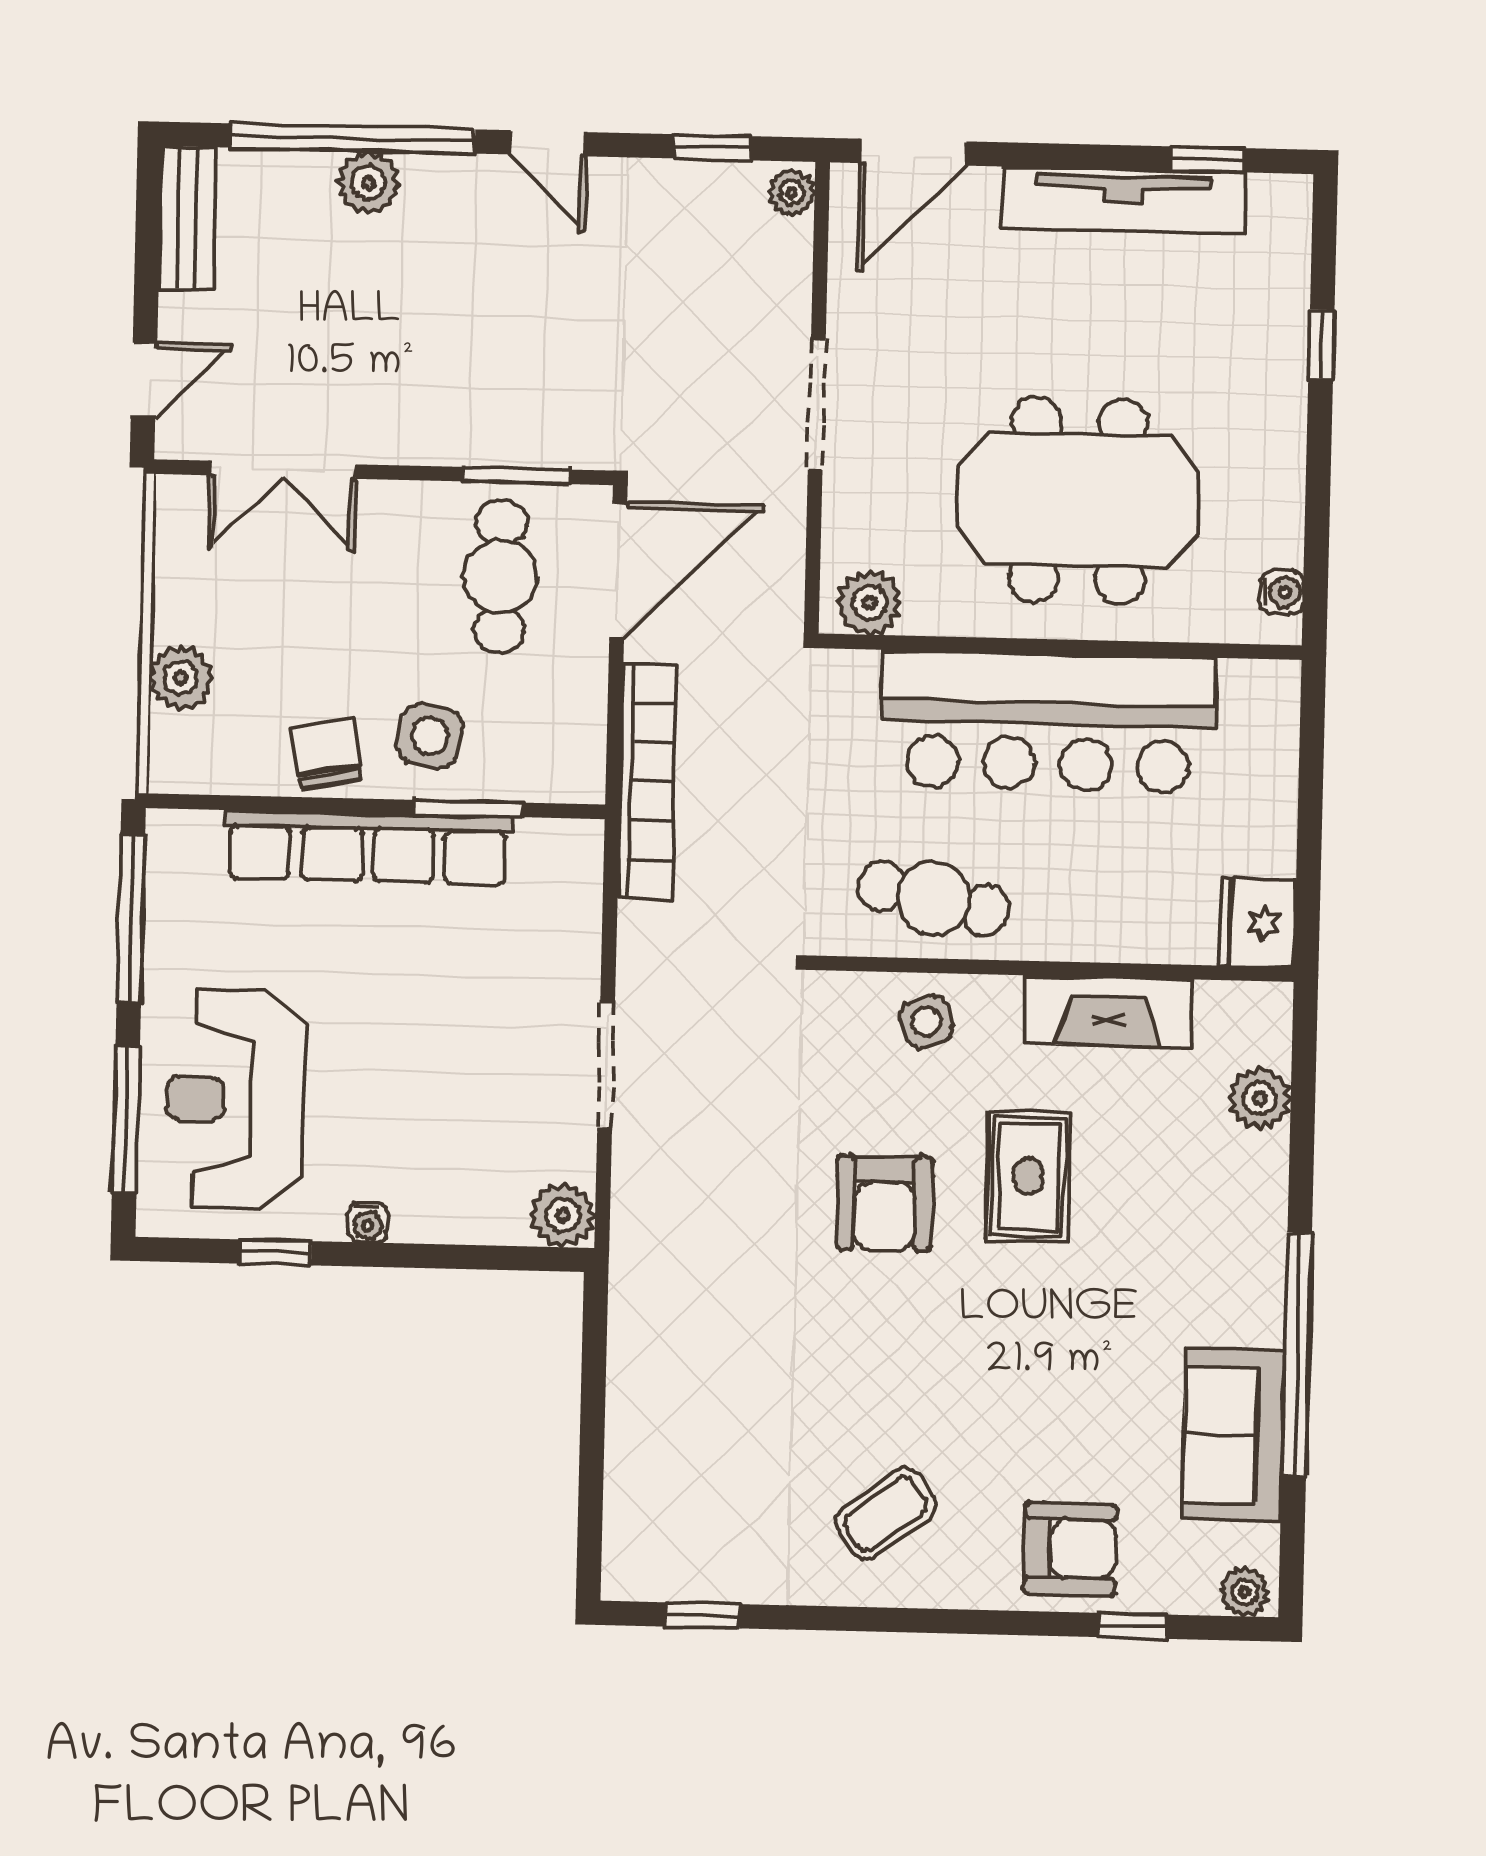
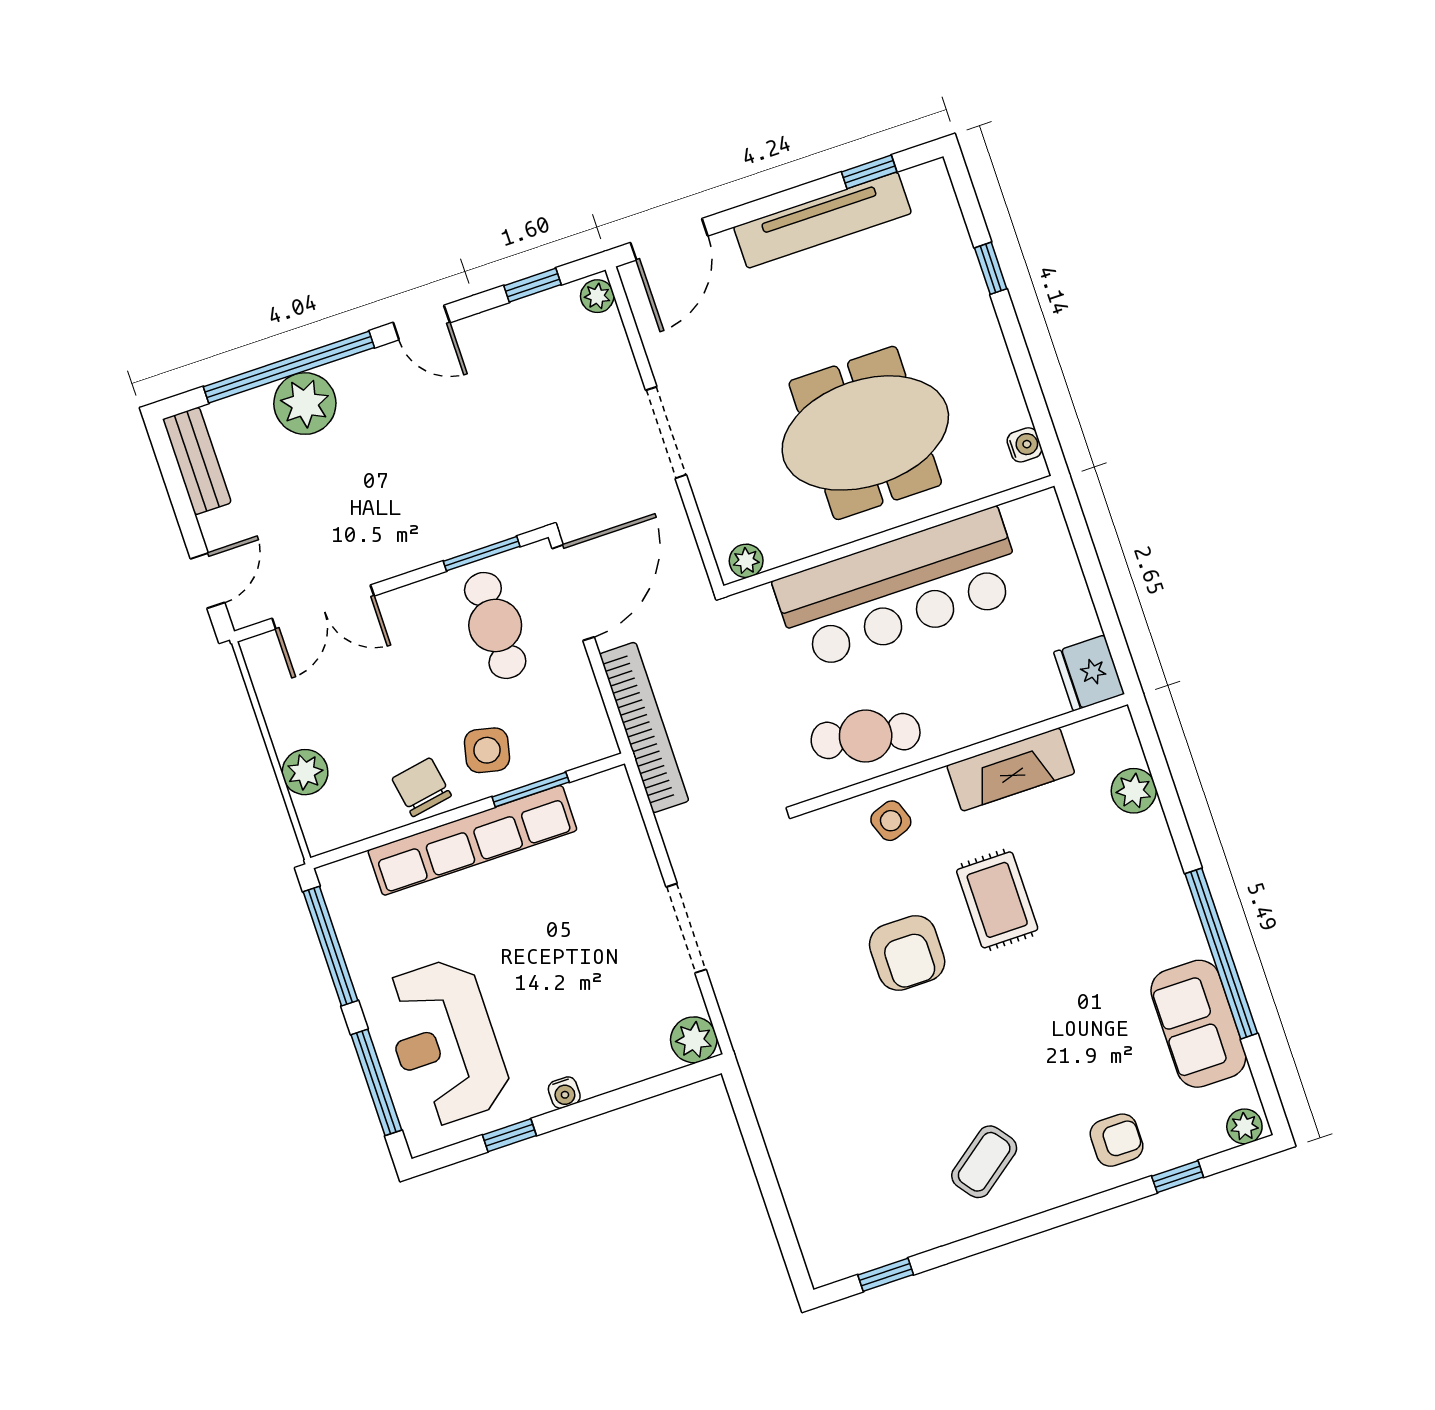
plant: (368, 183) -> (305, 404), width x1.36, depth x1.36
plant: (870, 603) -> (746, 561), width x0.73, depth x0.73
armchair: (1070, 1549) -> (1117, 1140), width x0.72, depth x0.72

